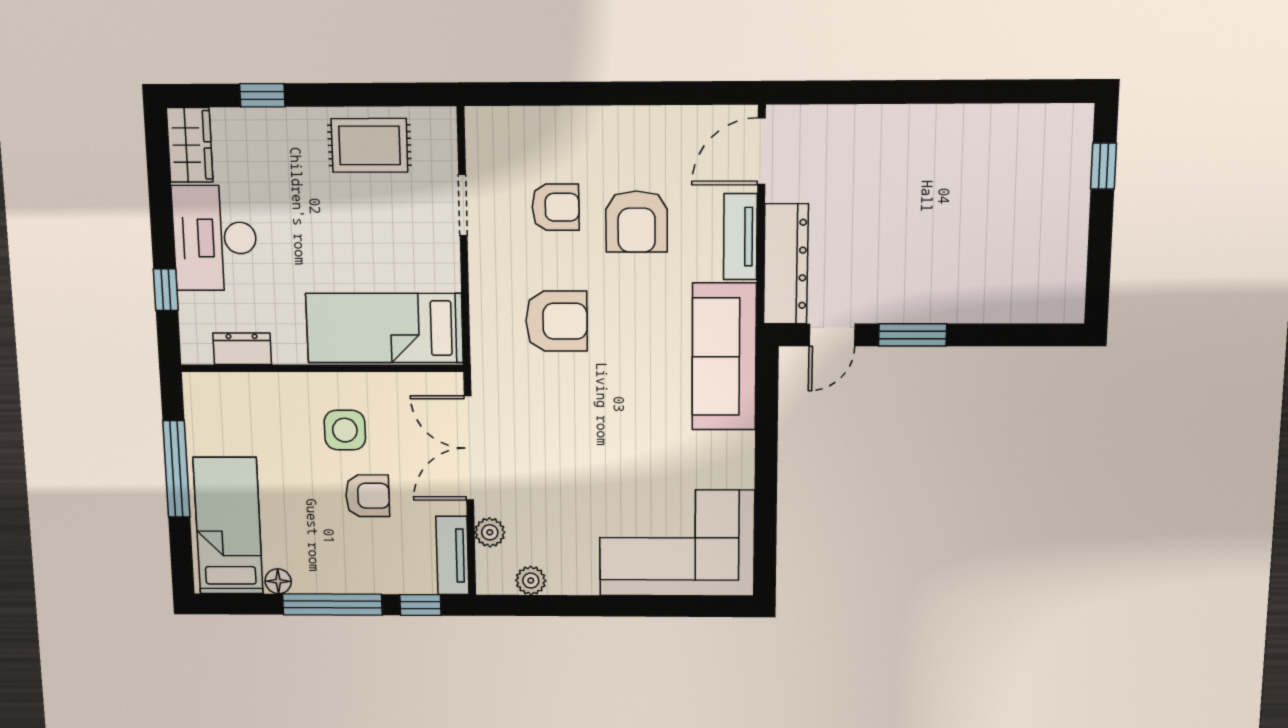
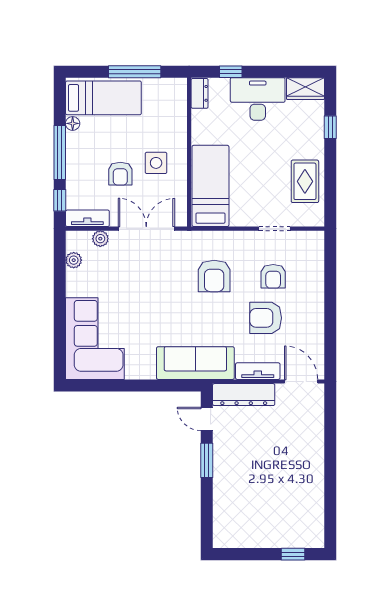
dresser: (242, 349) -> (200, 93), moved

